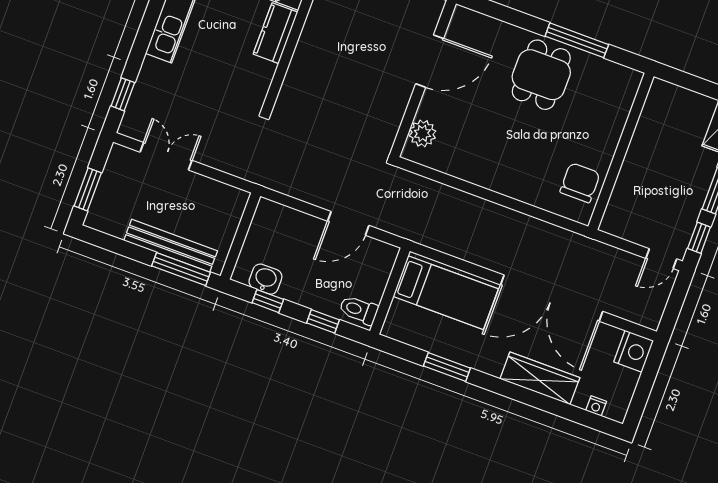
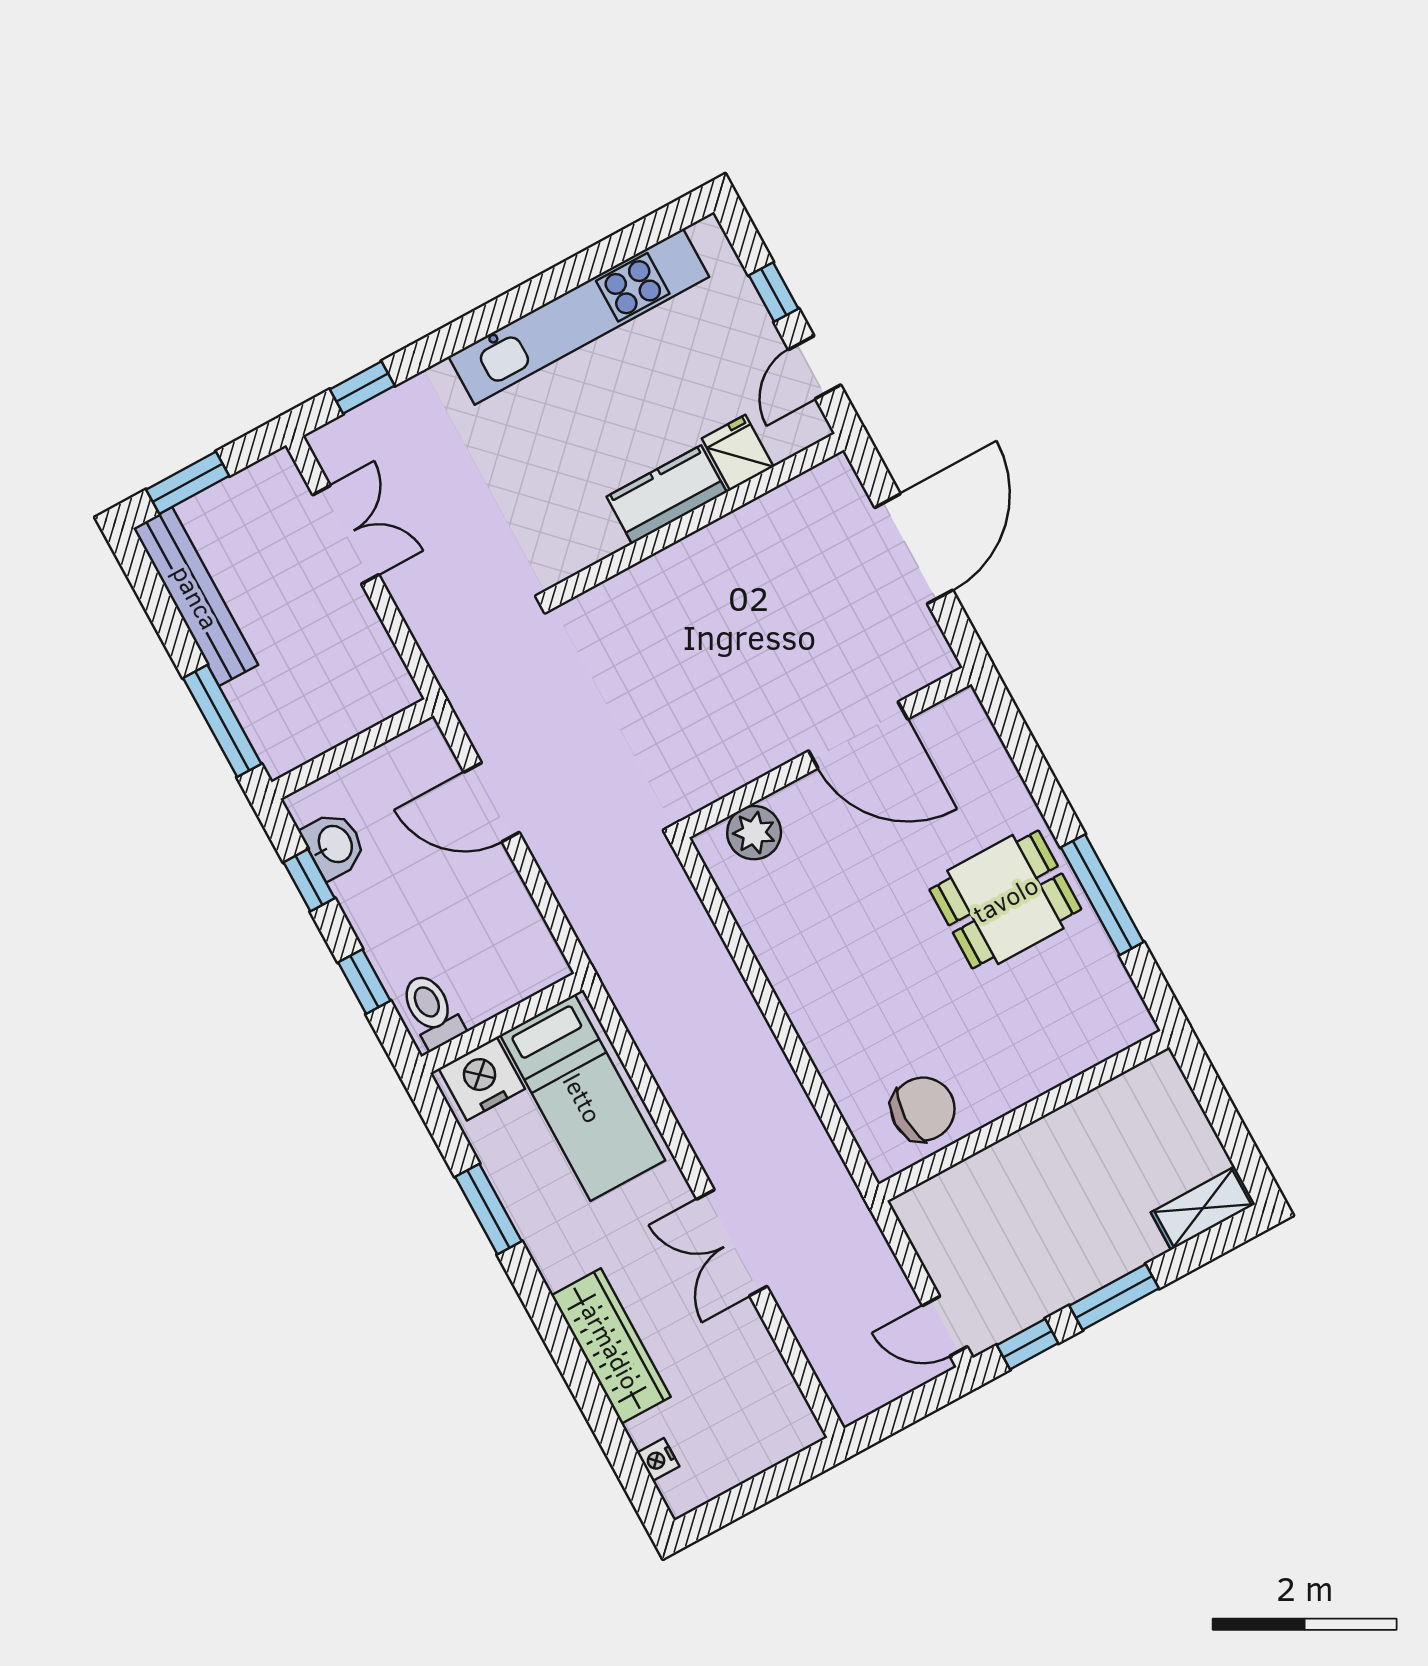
door: (348, 223) -> (492, 802), moved
bench: (171, 246) -> (196, 597), moved
double door: (552, 298) -> (732, 1243), width x0.54
nightstand: (634, 351) -> (482, 1079), moved, turned 180

